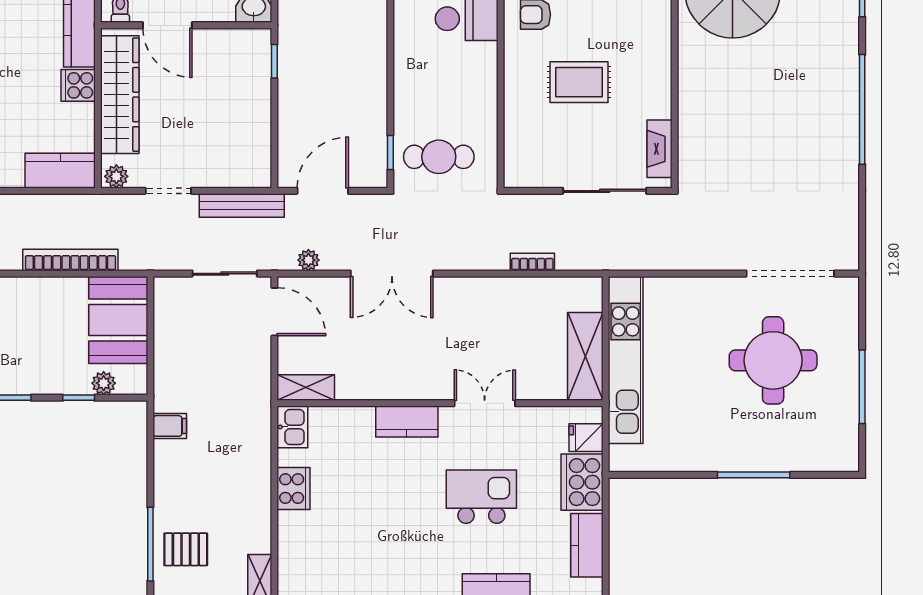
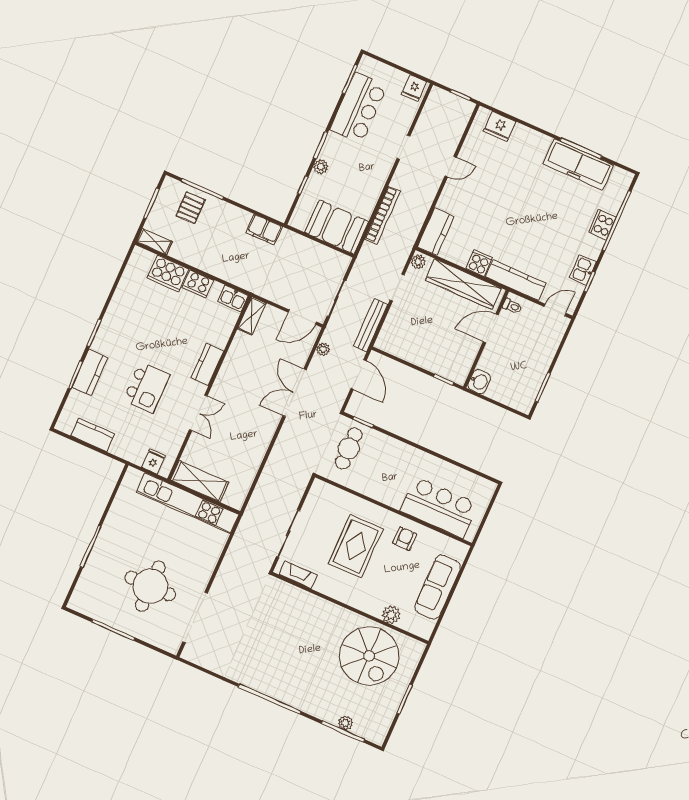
rug: (579, 82) -> (356, 546), width x1.36, depth x1.43
bookcase: (532, 262) -> (266, 475), removed
plant: (104, 383) -> (321, 167), moved
filing cabinet: (170, 426) -> (264, 230), width x2.00
cooker: (582, 482) -> (168, 273), moved, turned 180

